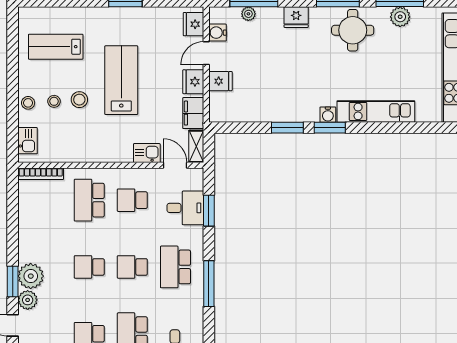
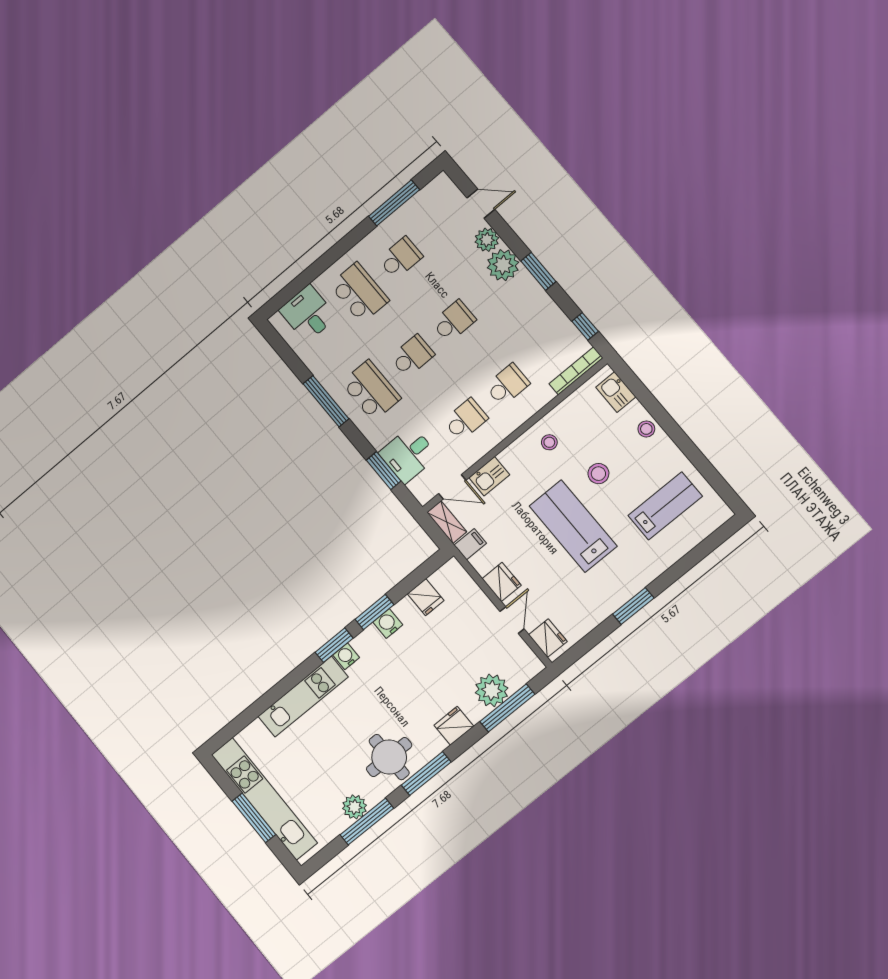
plant: (248, 14) -> (492, 690), width x1.88, depth x1.88
water cooler: (218, 33) -> (388, 623), moved, turned -90
lab bench: (121, 80) -> (573, 526), turned 180
fridge: (221, 81) -> (426, 597), moved, turned -90
stool: (54, 101) -> (549, 442), moved
filing cabinet: (193, 113) -> (470, 544), width x0.50
window: (13, 196) -> (585, 326), added
school desk: (89, 200) -> (507, 385), width x0.54
window: (13, 281) -> (538, 271), moved

